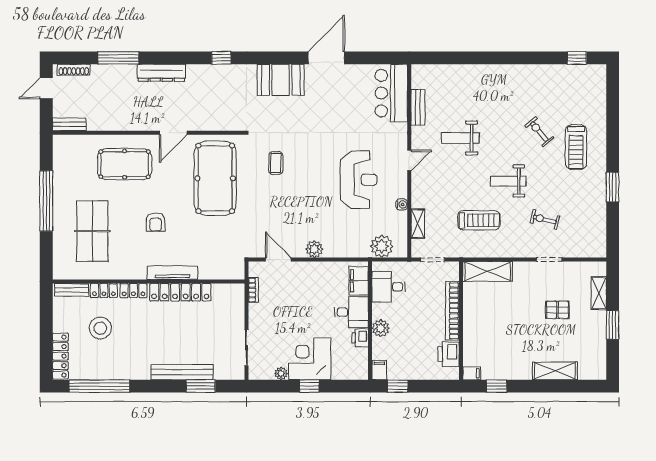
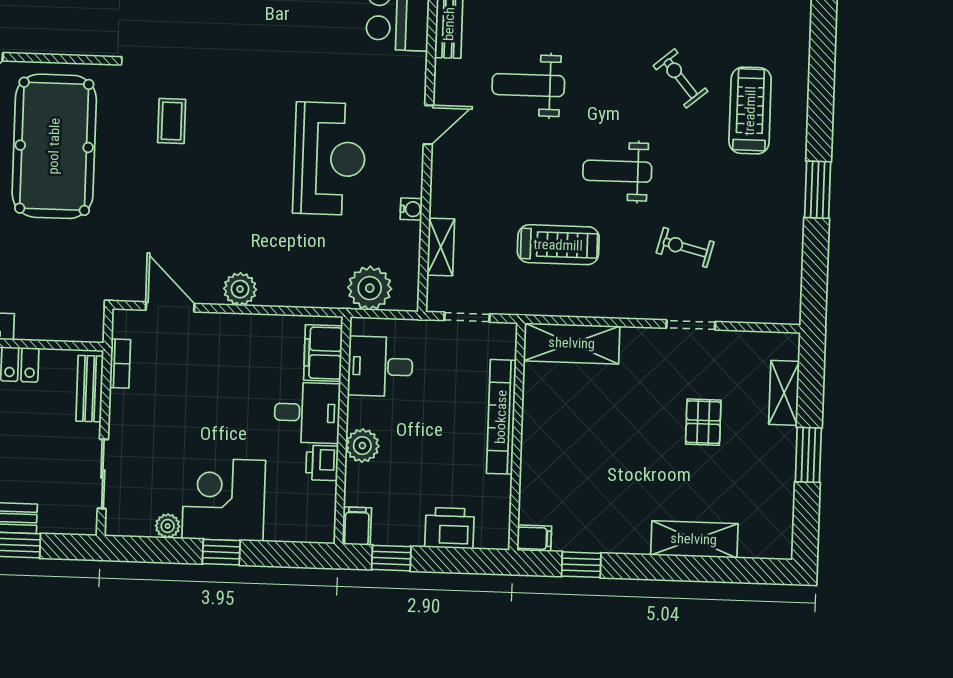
treadmill: (576, 147) -> (750, 111), turned 180
bench: (238, 304) -> (90, 389), added
pallet: (557, 310) -> (703, 422), turned 90
printer: (449, 354) -> (449, 528), moved, turned 90

